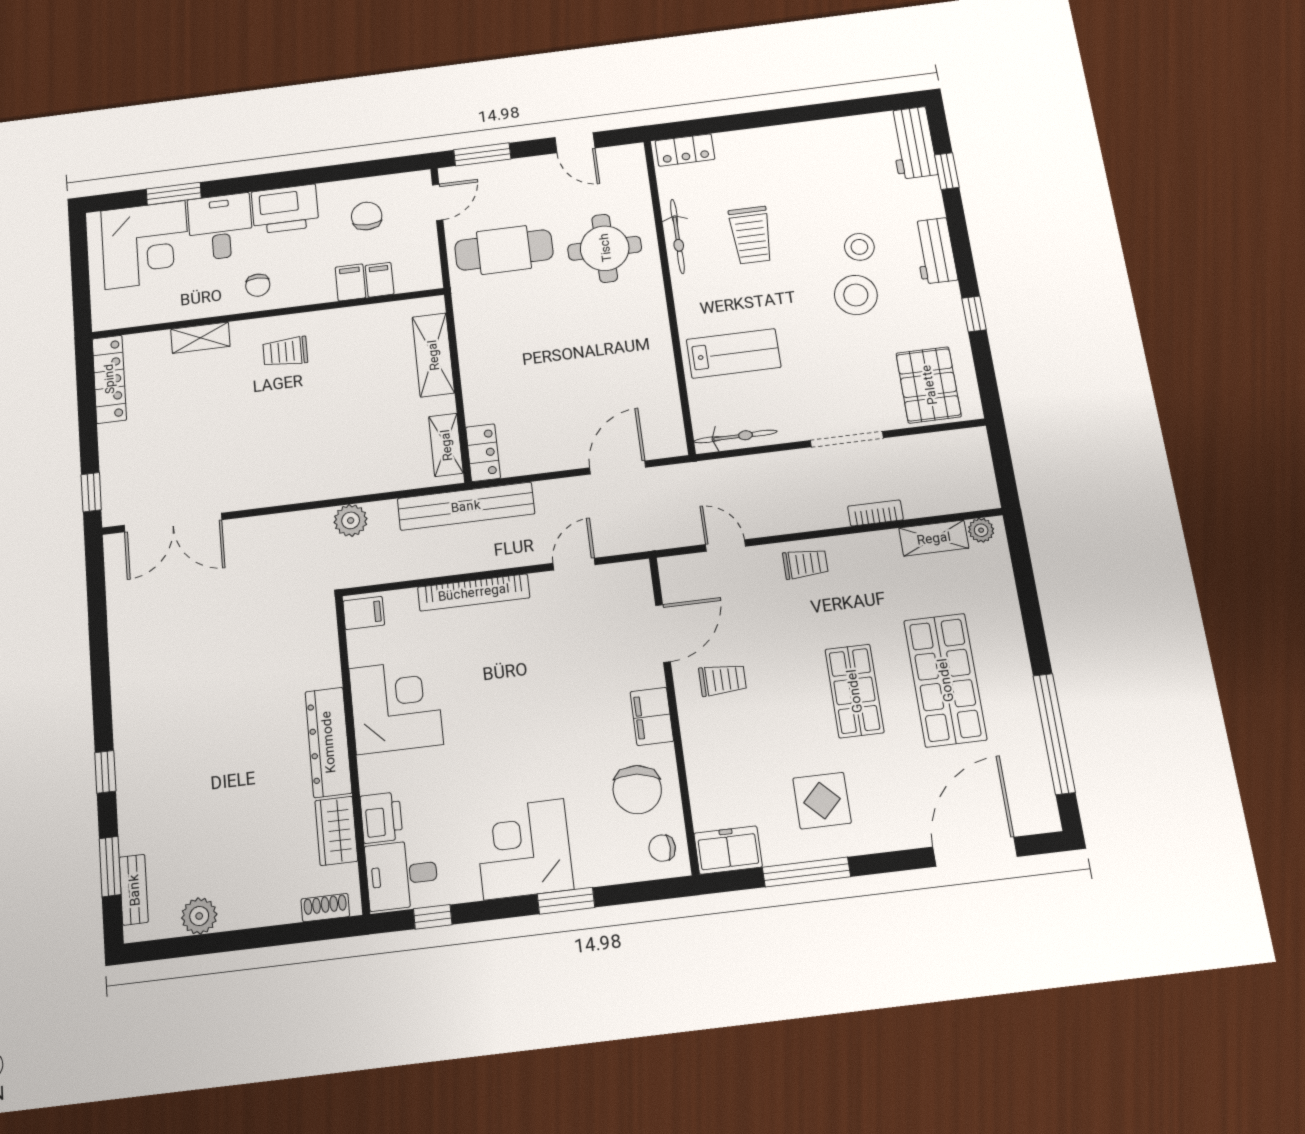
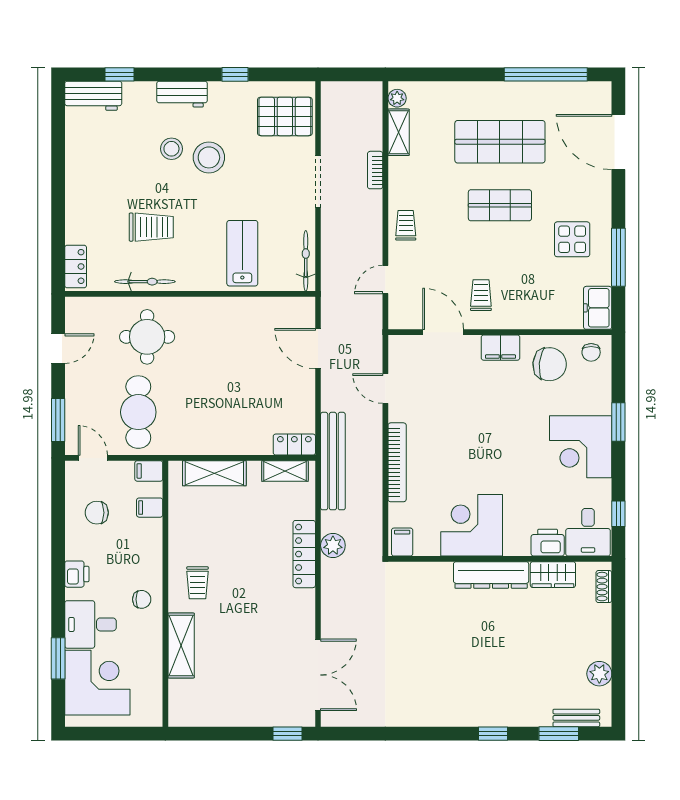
printer: (285, 209) -> (77, 574), width x0.53, depth x0.68
filing cabinet: (351, 282) -> (149, 471), moved
shelving: (200, 338) -> (181, 645), width x1.50, depth x1.33
locker: (109, 379) -> (304, 554), moved, turned -90

